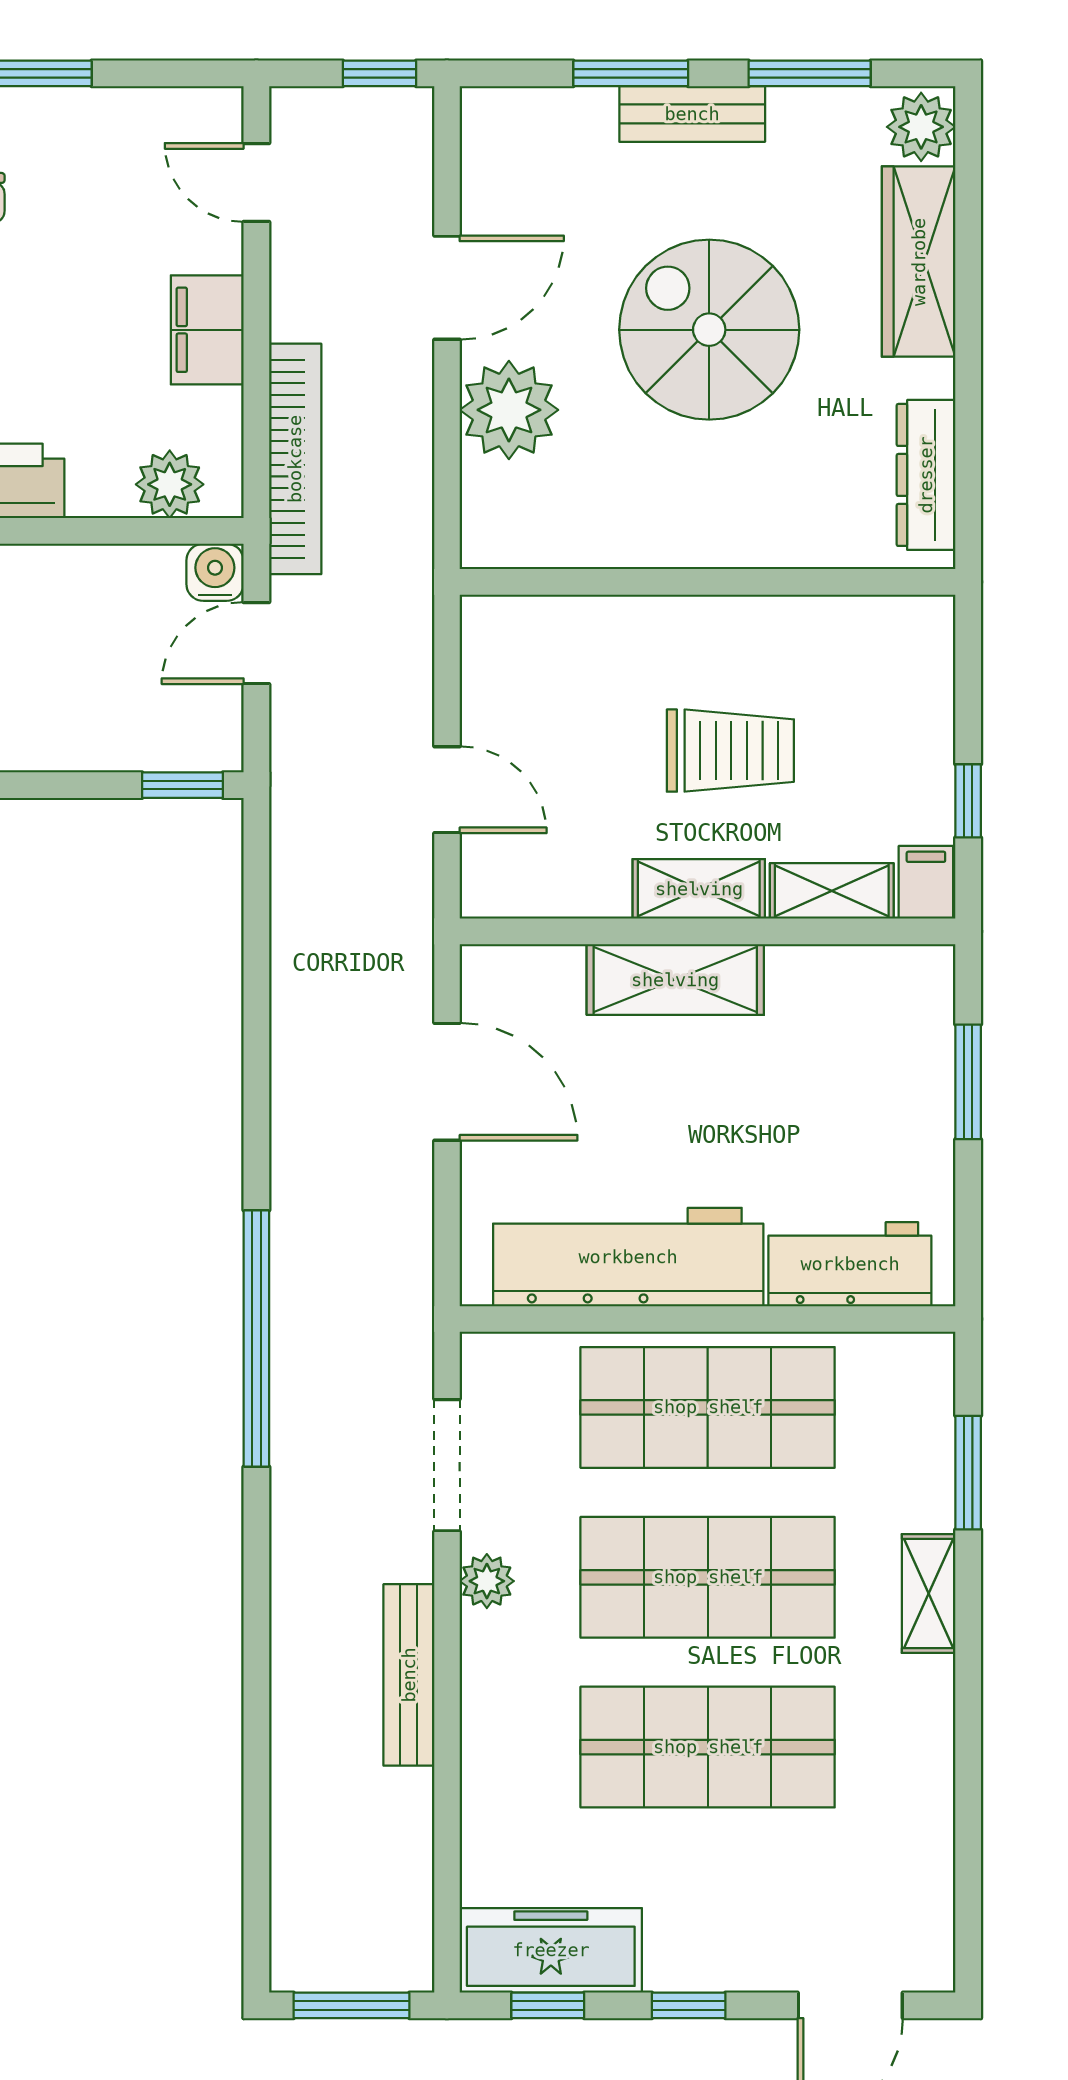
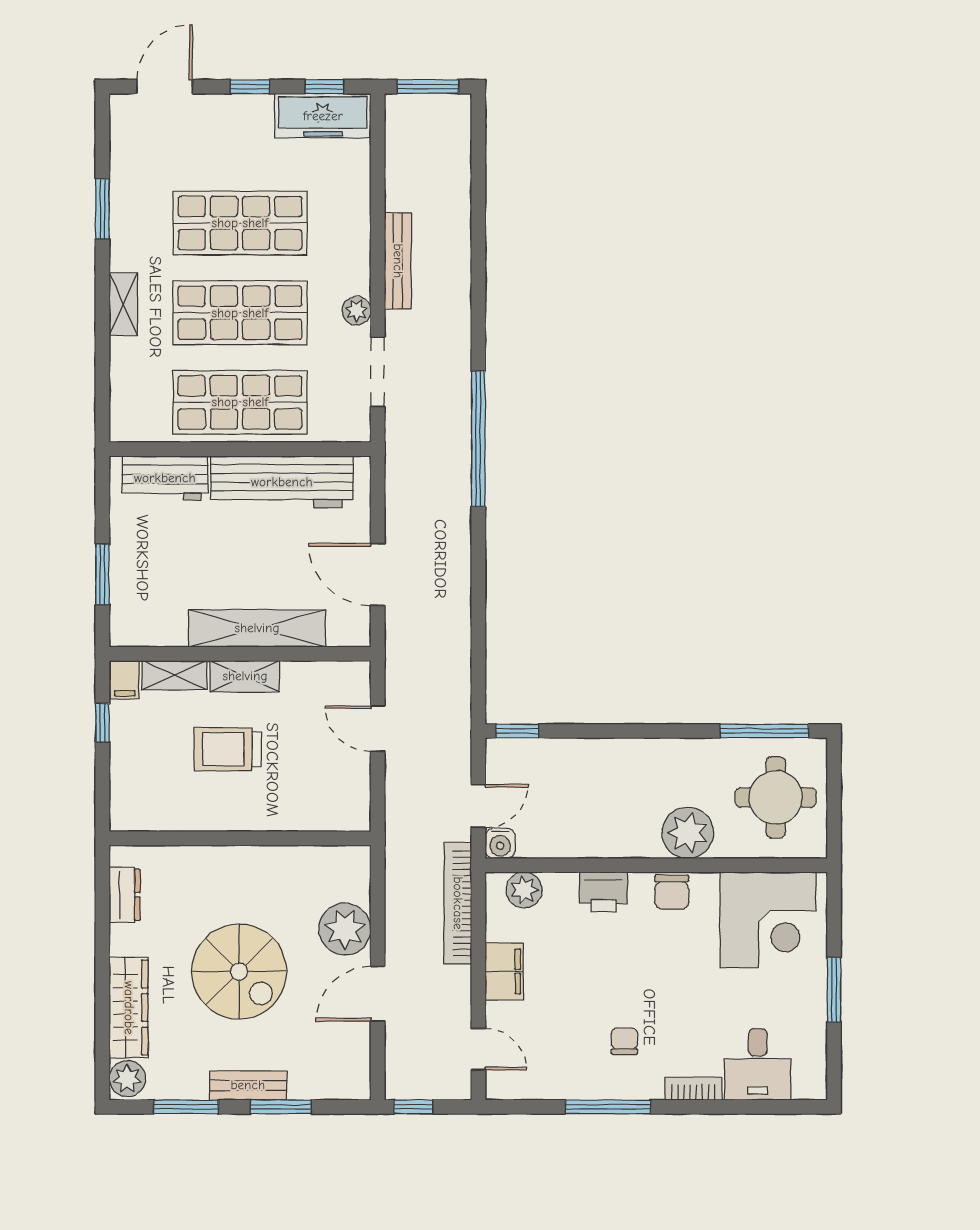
dresser: (926, 475) -> (125, 895), width x0.70
shelving: (675, 980) -> (257, 628), width x1.47
window: (968, 1473) -> (102, 209), moved

